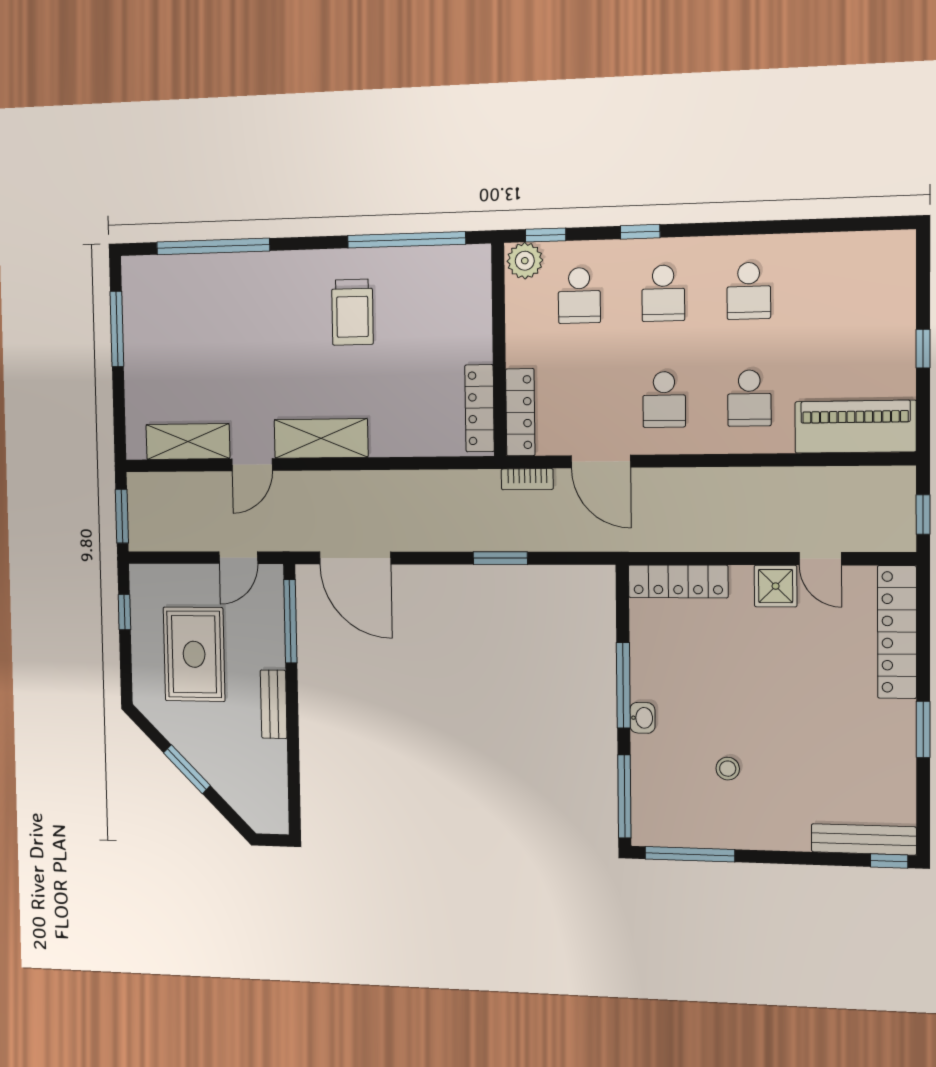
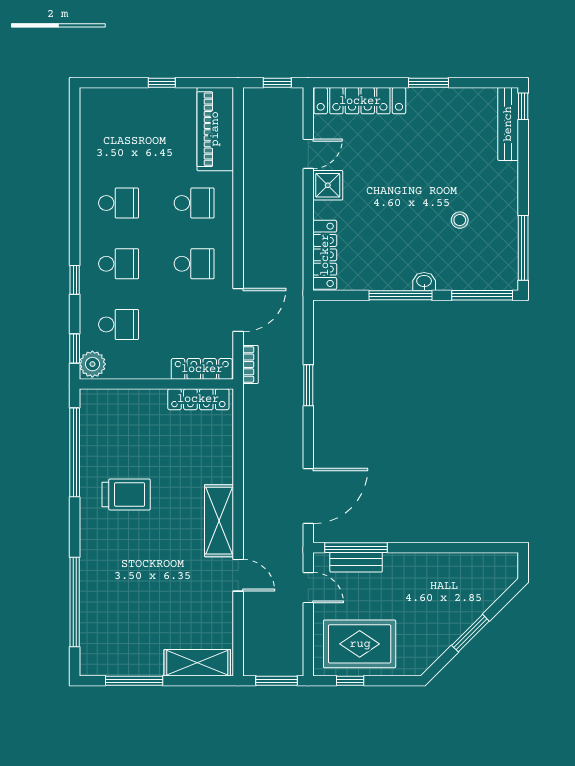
shelving: (188, 442) -> (197, 663), moved, turned 90
rug: (194, 654) -> (360, 644), moved
bench: (274, 704) -> (356, 562), moved

